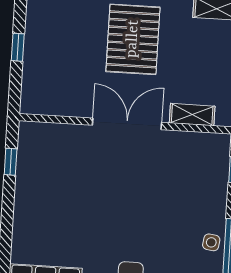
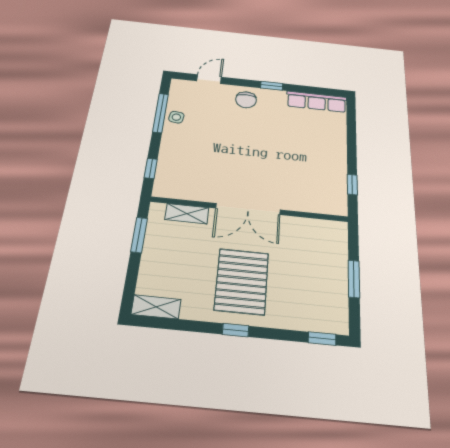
window: (18, 47) -> (354, 279), width x1.50

